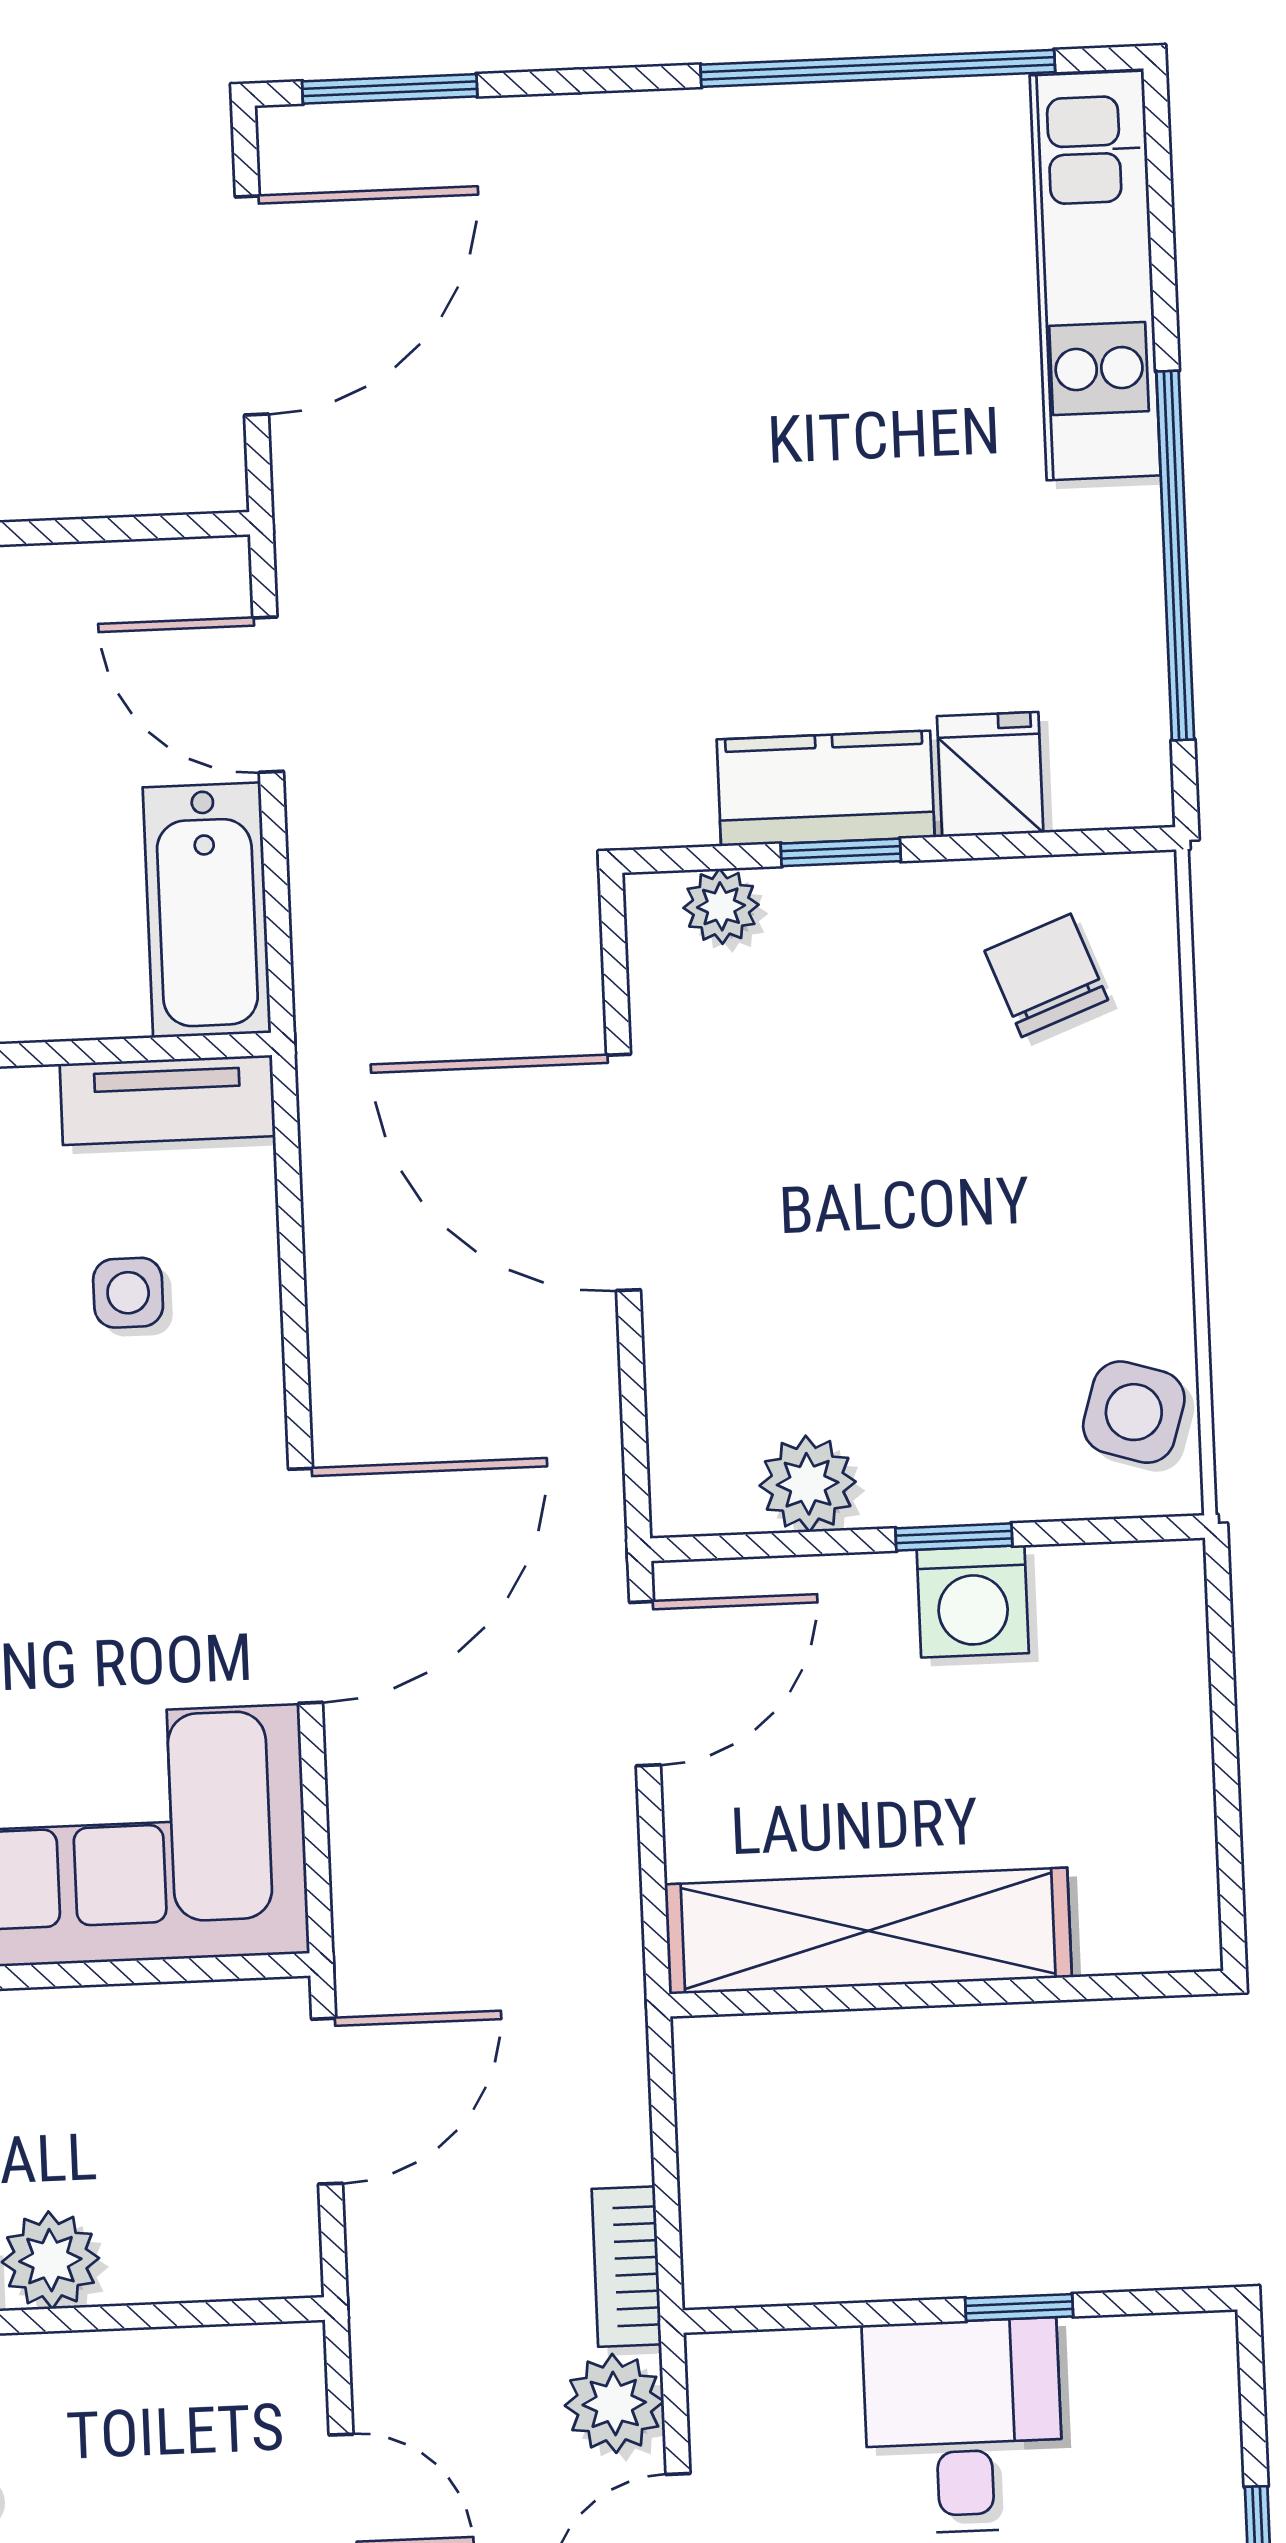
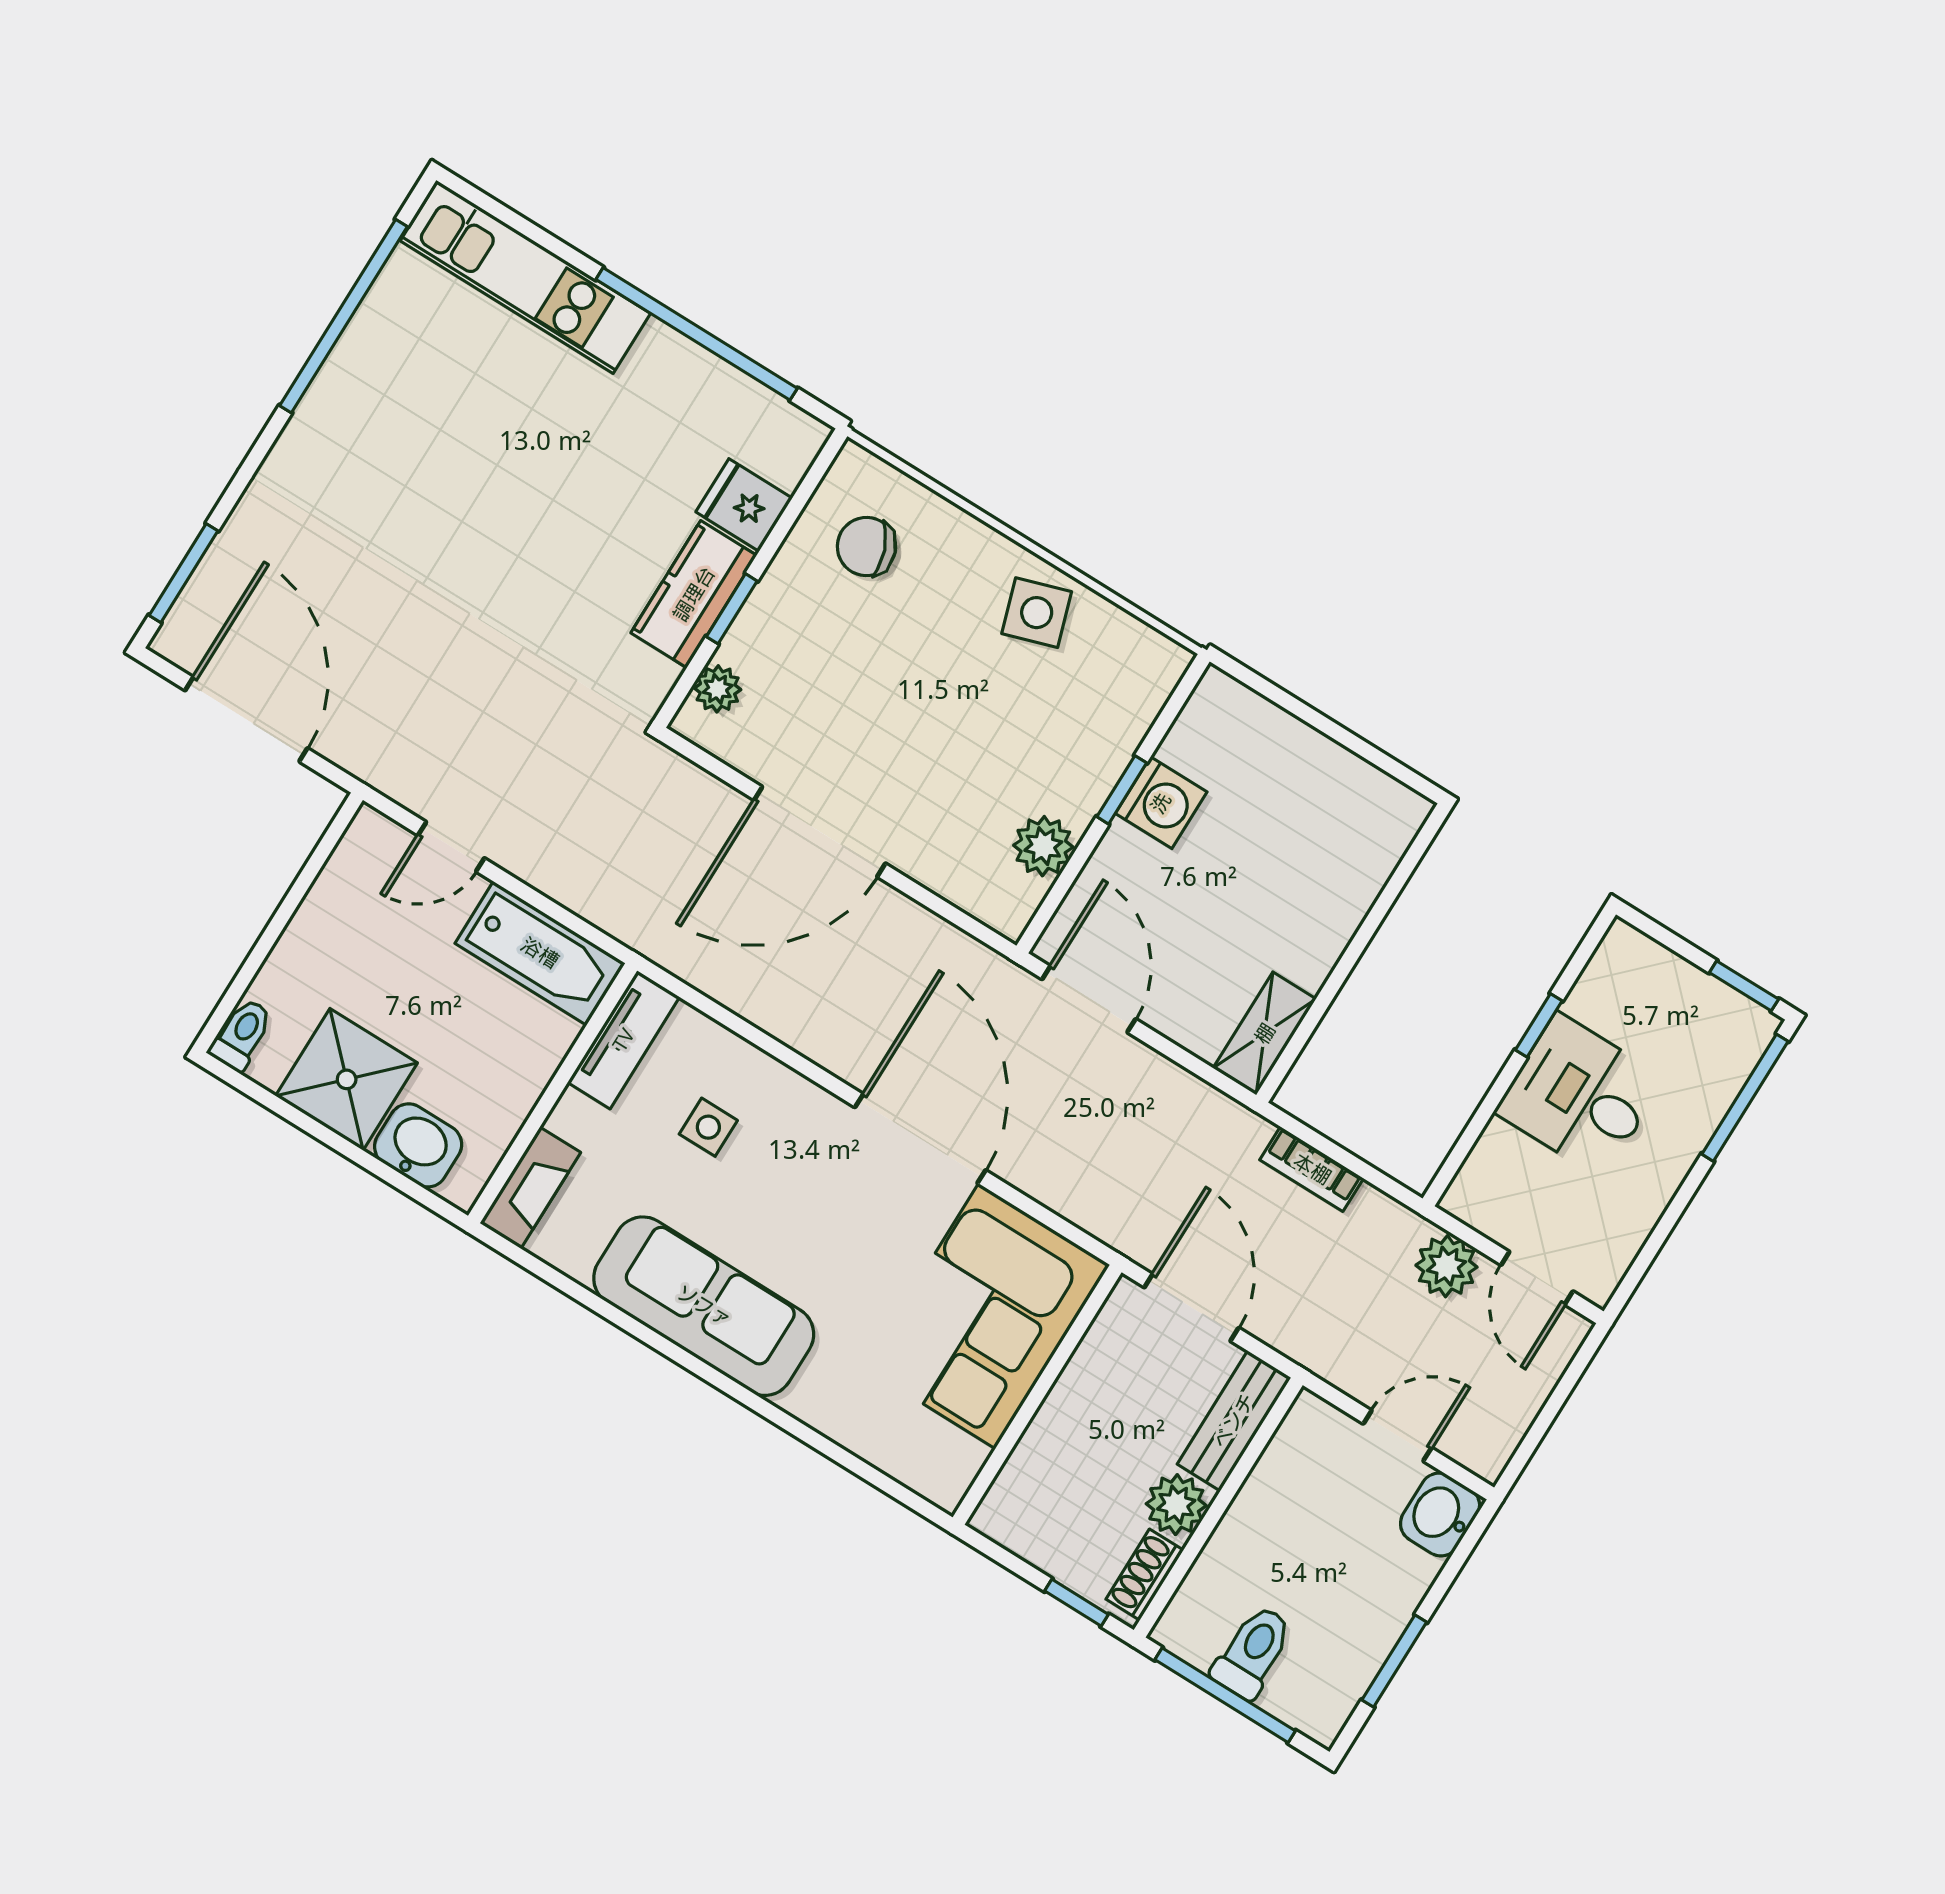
door: (268, 695) -> (451, 847), width x0.73
side table: (1134, 1412) -> (1037, 613), moved, turned -35
shelving: (868, 1931) -> (1265, 1034), width x0.45, depth x0.75
bench: (215, 2261) -> (1234, 1421), added
bookcase: (627, 2267) -> (1312, 1169), moved

